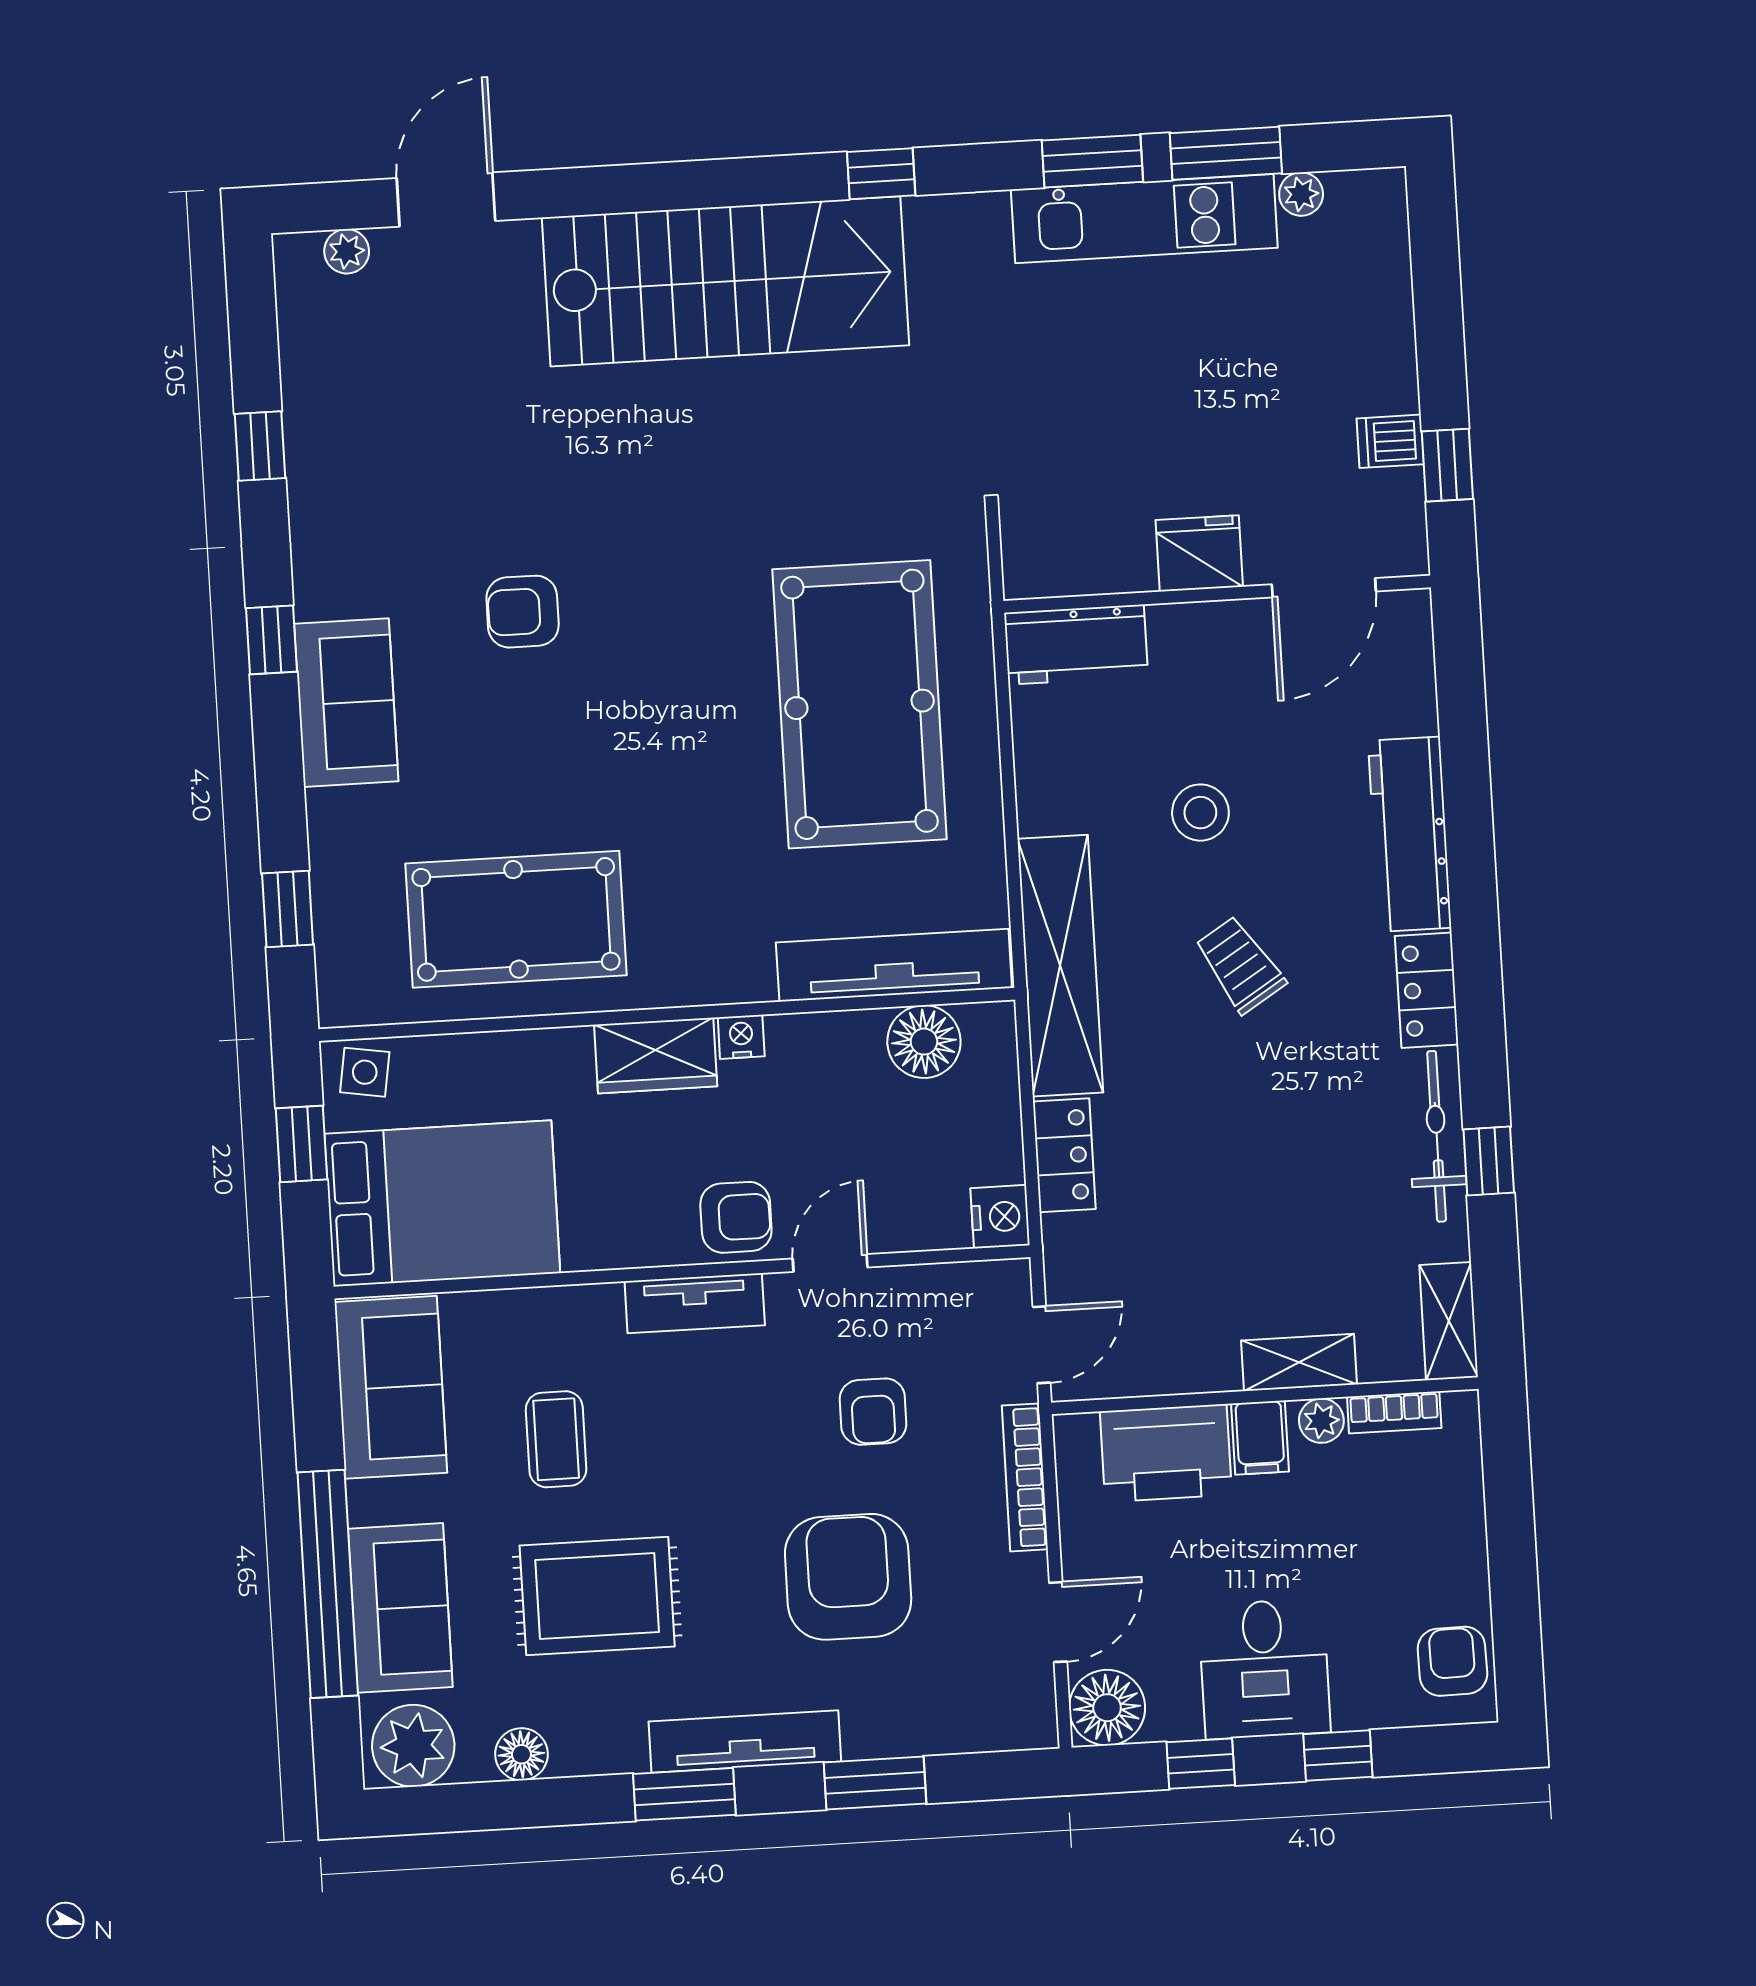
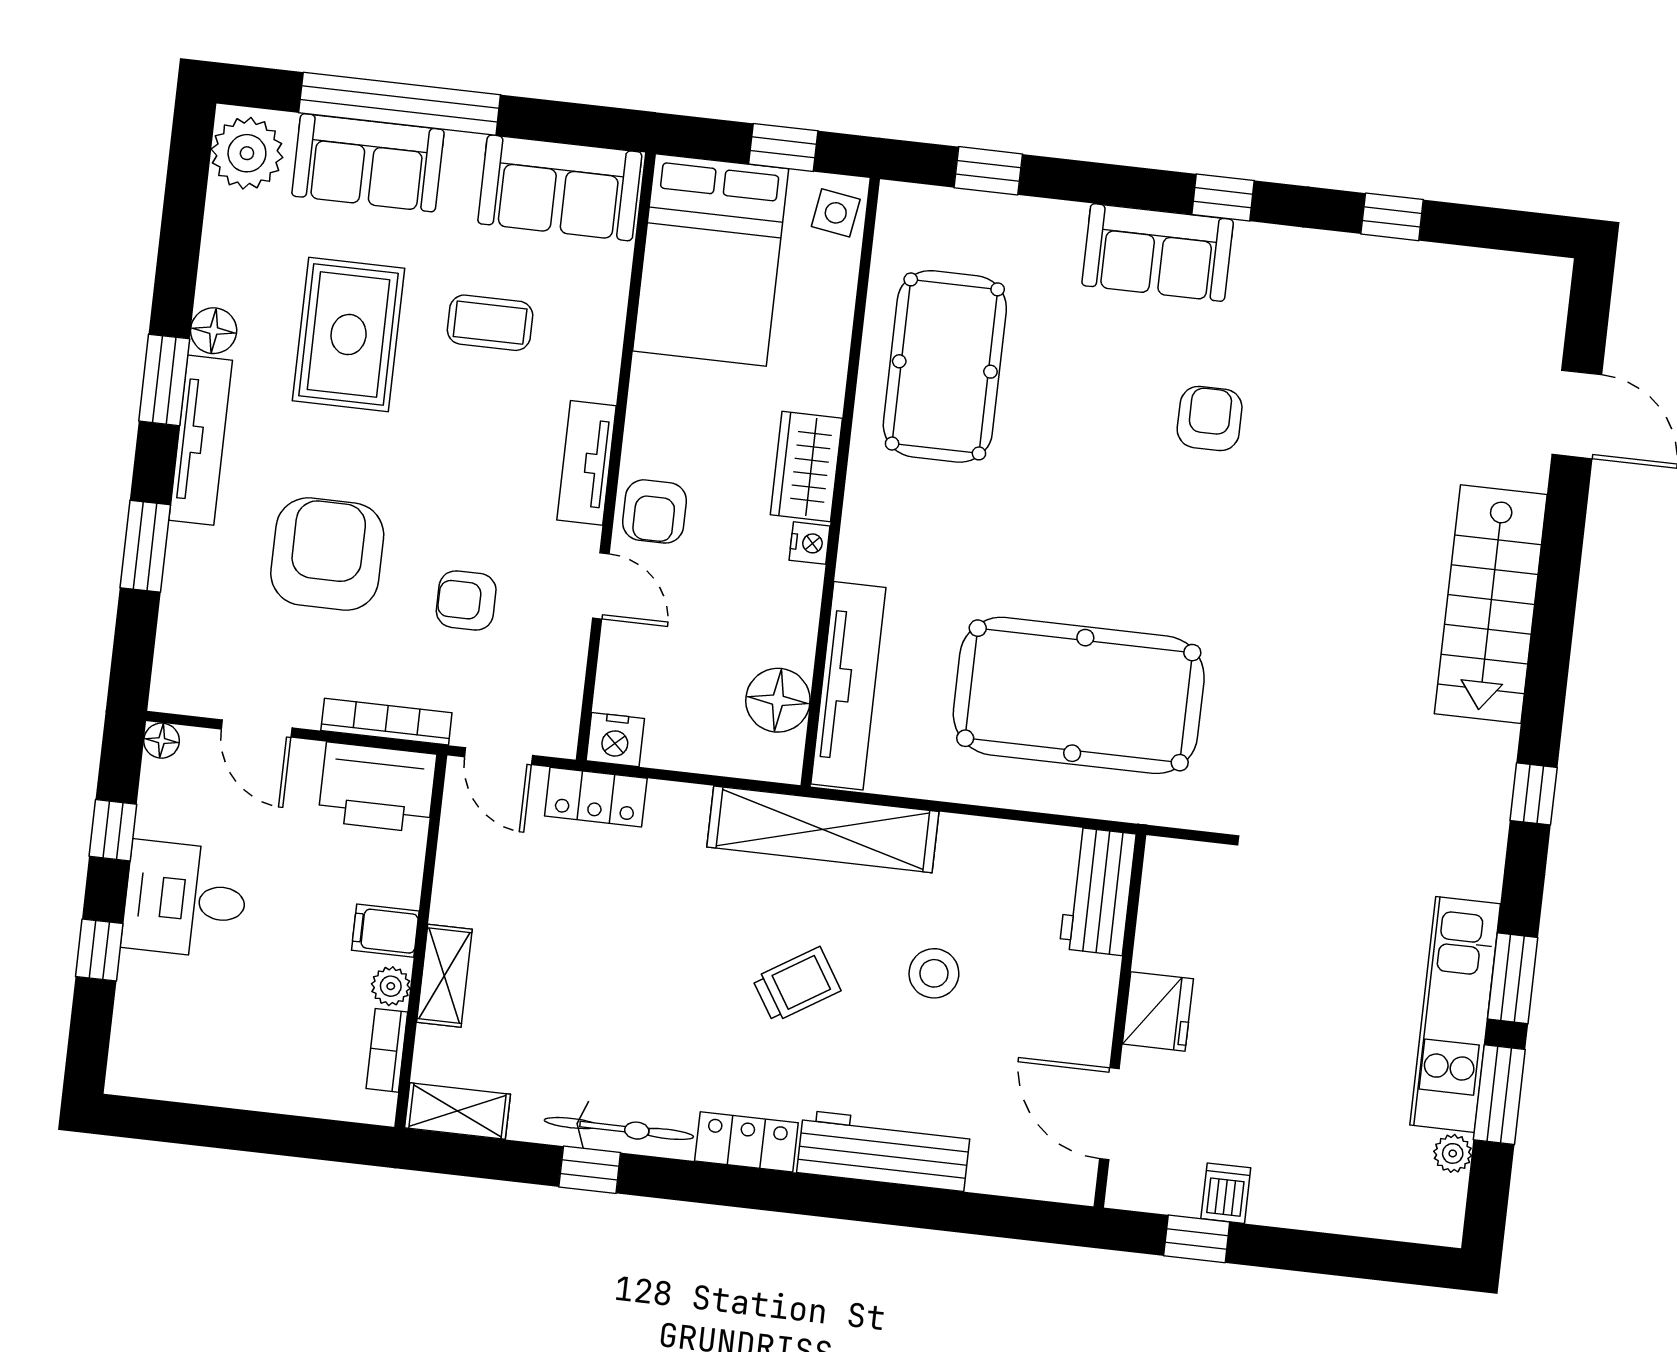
plant: (347, 251) -> (1547, 321), removed
stairs: (725, 281) -> (1491, 604), width x0.73, depth x0.66
locker: (1064, 1155) -> (596, 797), moved
printer: (1166, 1453) -> (377, 788), moved, turned -90
armchair: (848, 1577) -> (327, 554), turned -90
armchair: (1452, 1661) -> (163, 1063), removed
floor lamp: (1107, 1708) -> (162, 741), width x0.53, depth x0.53
floor lamp: (521, 1754) -> (214, 331), moved

